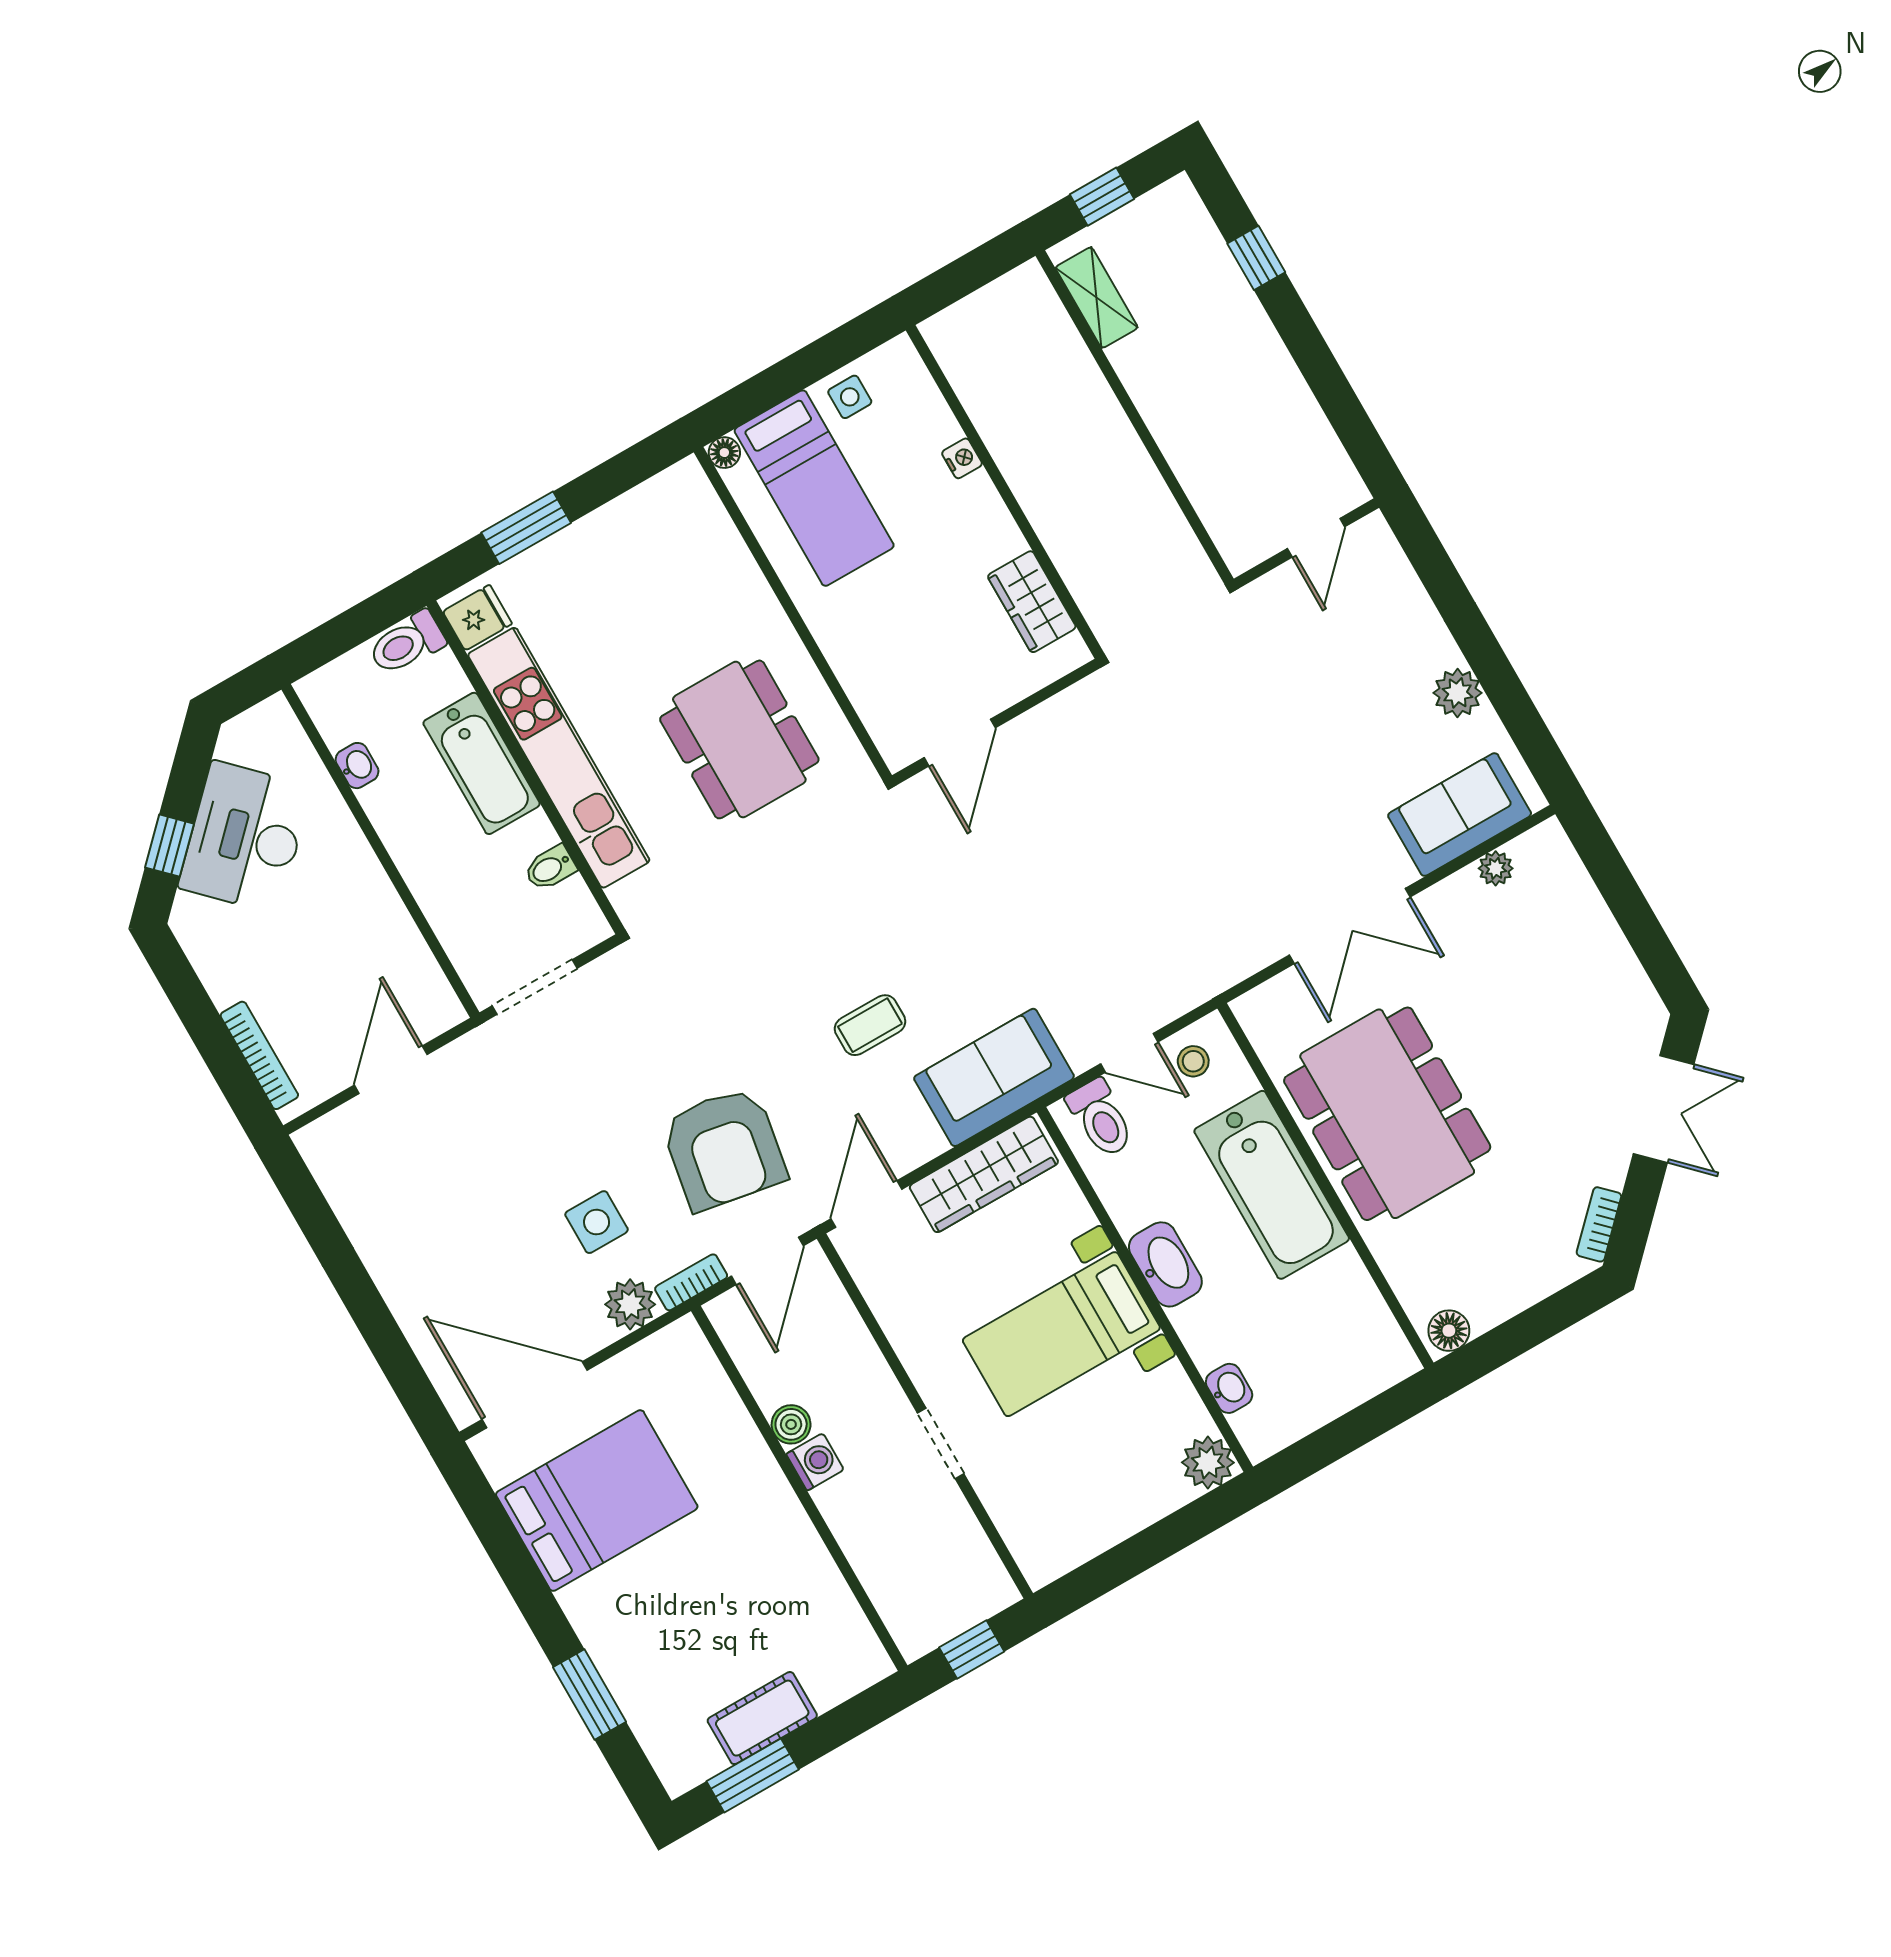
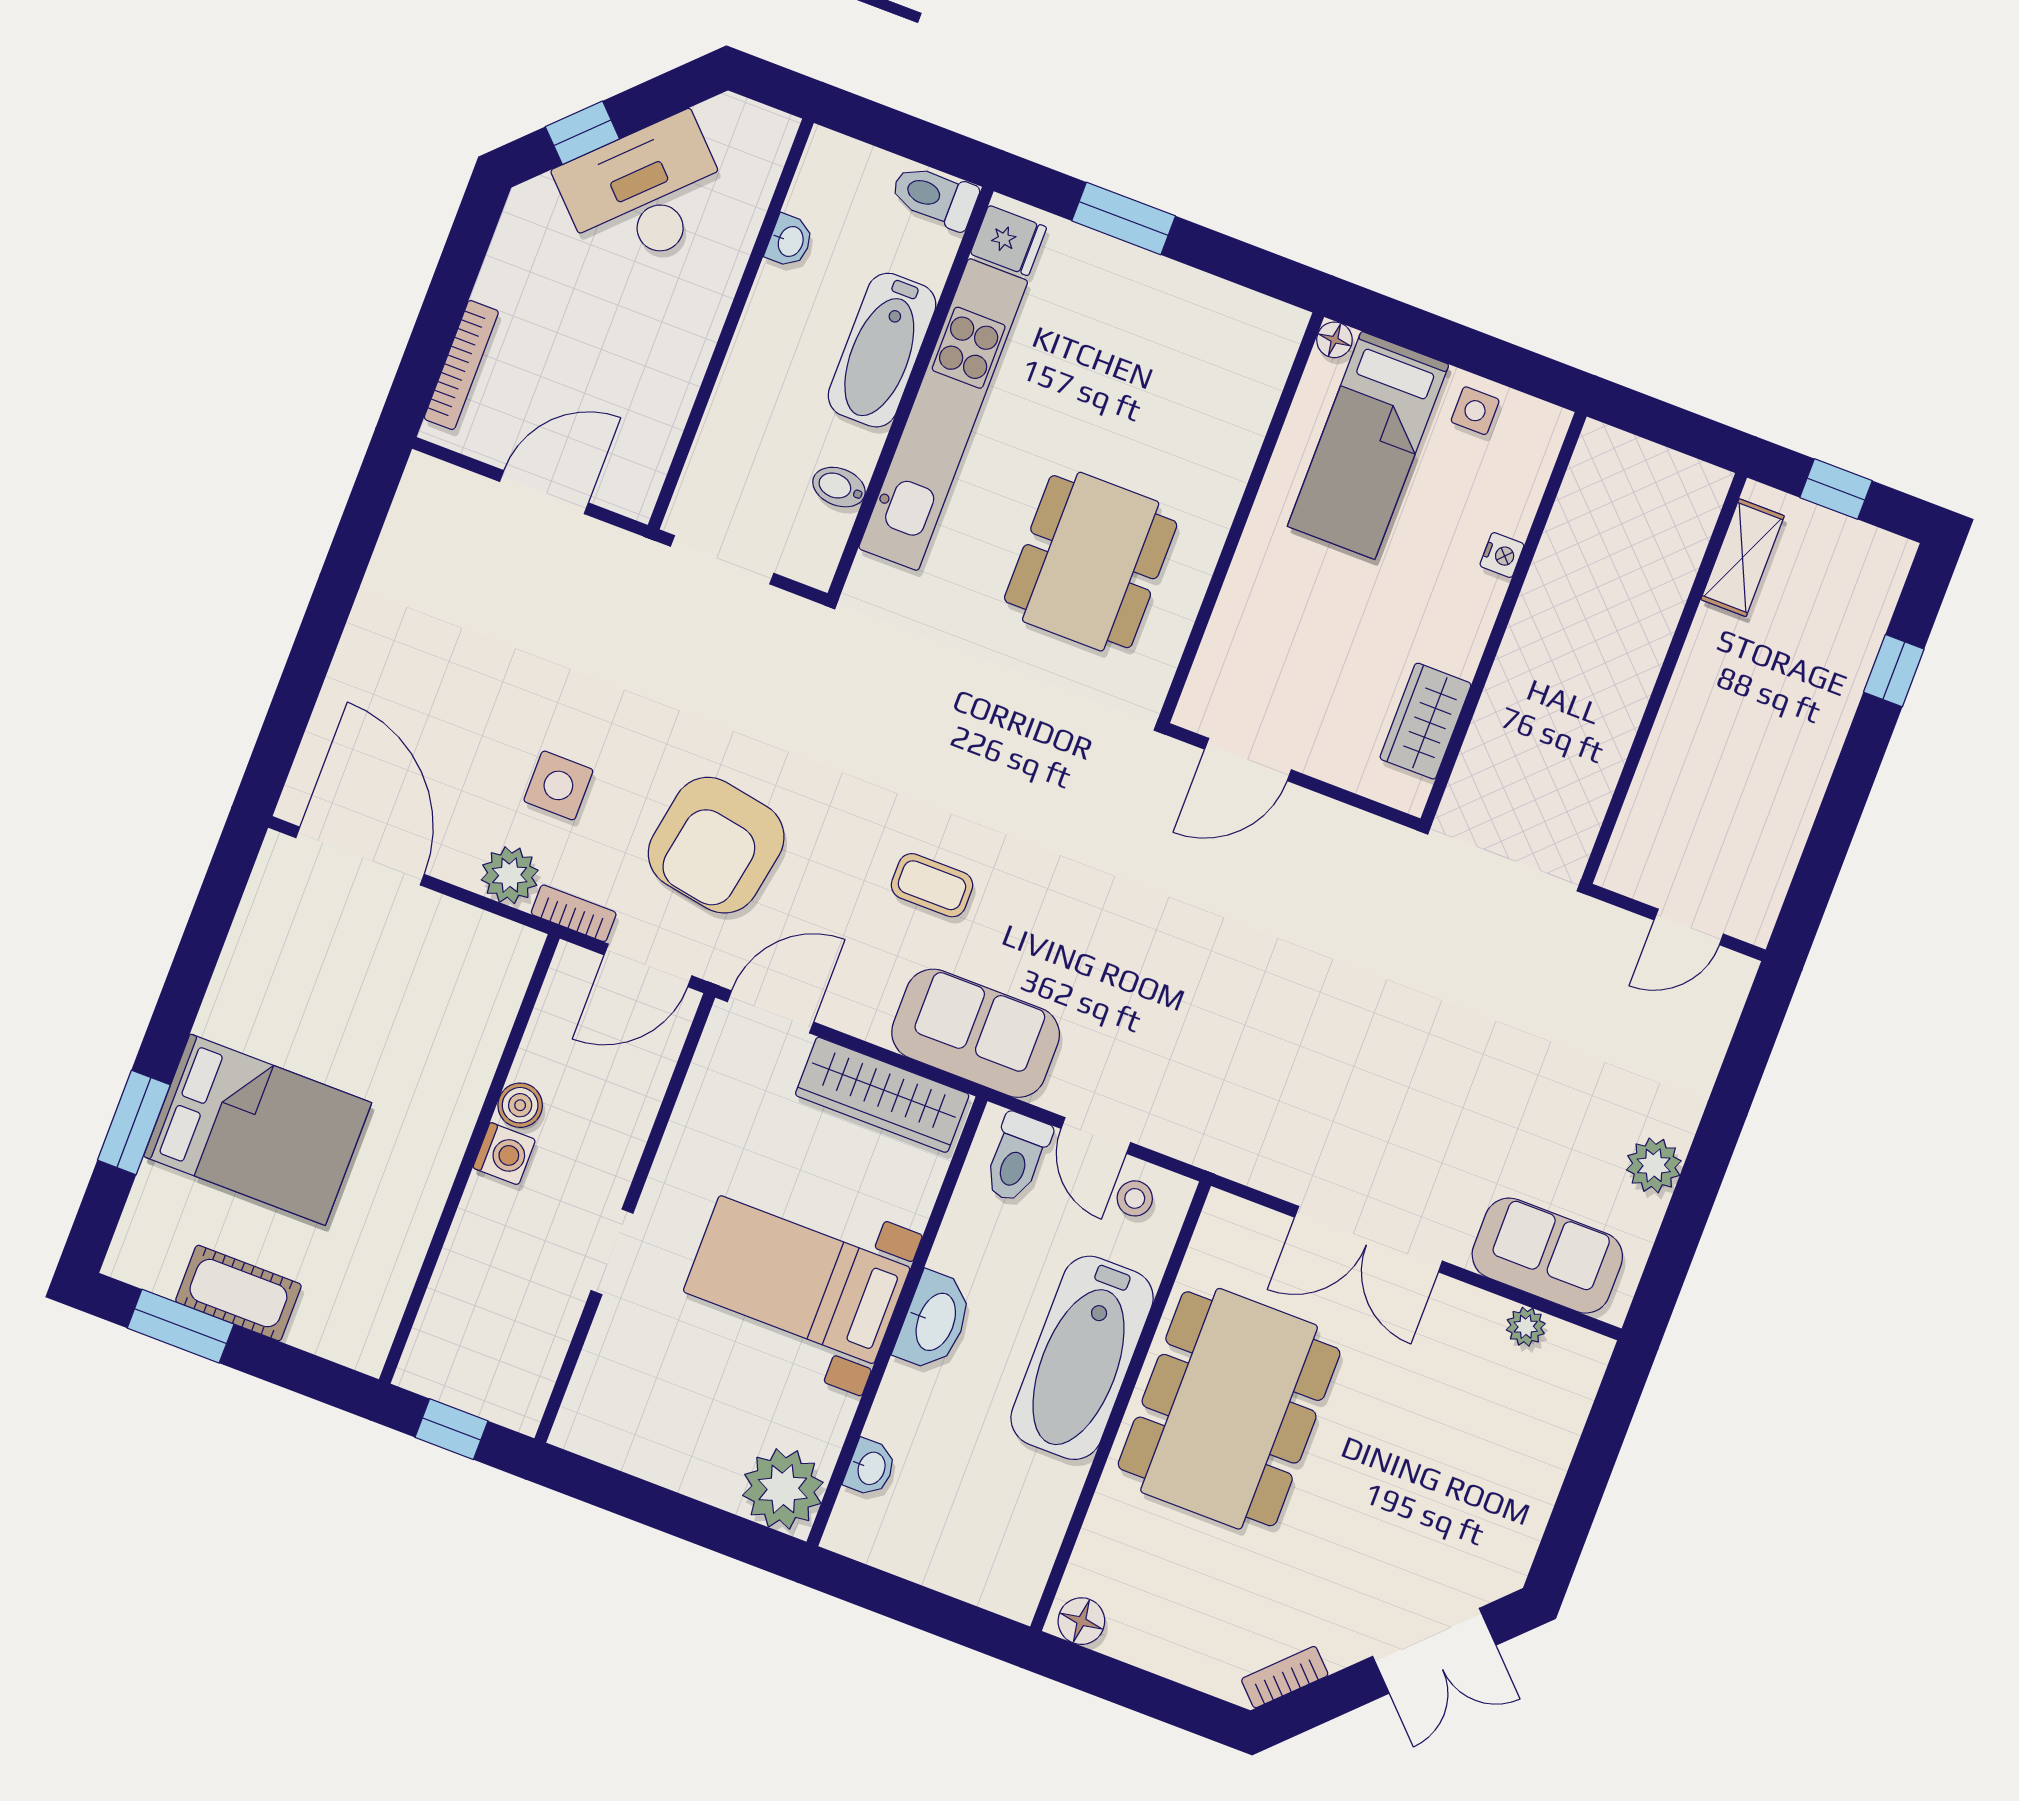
plant: (1208, 1462) -> (783, 1489), width x1.36, depth x1.36
bed: (597, 1501) -> (258, 1130), moved

